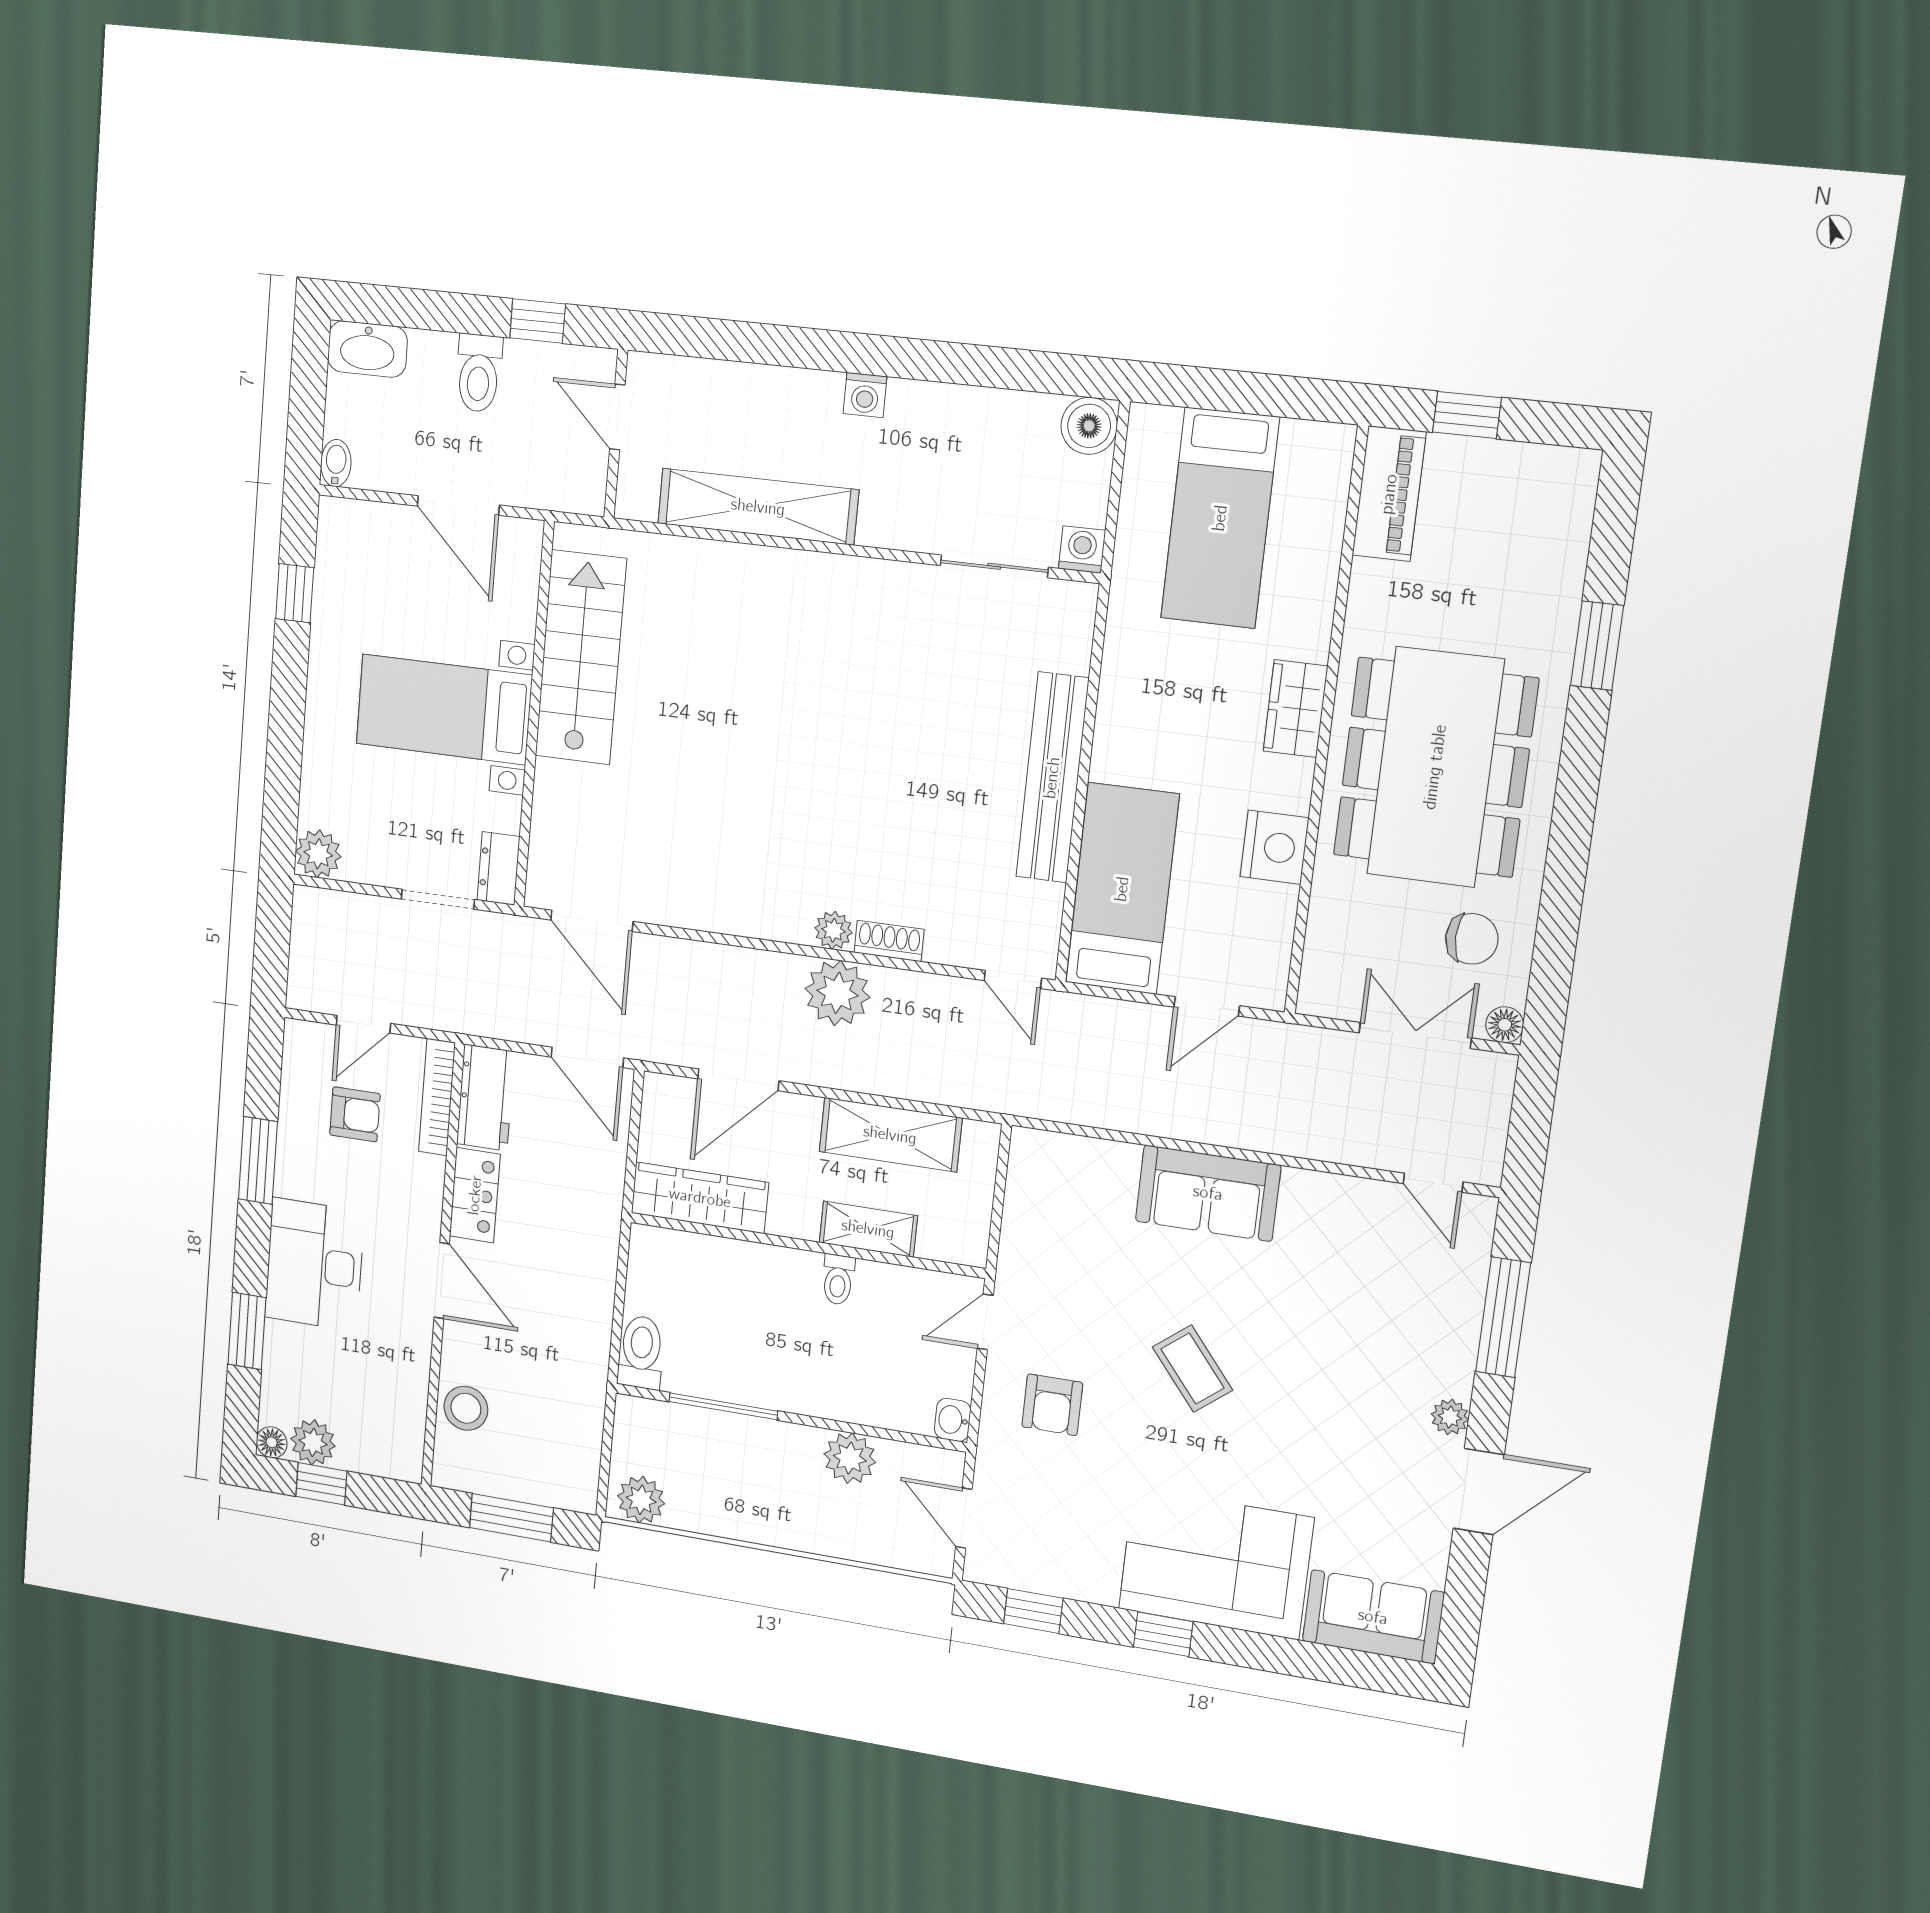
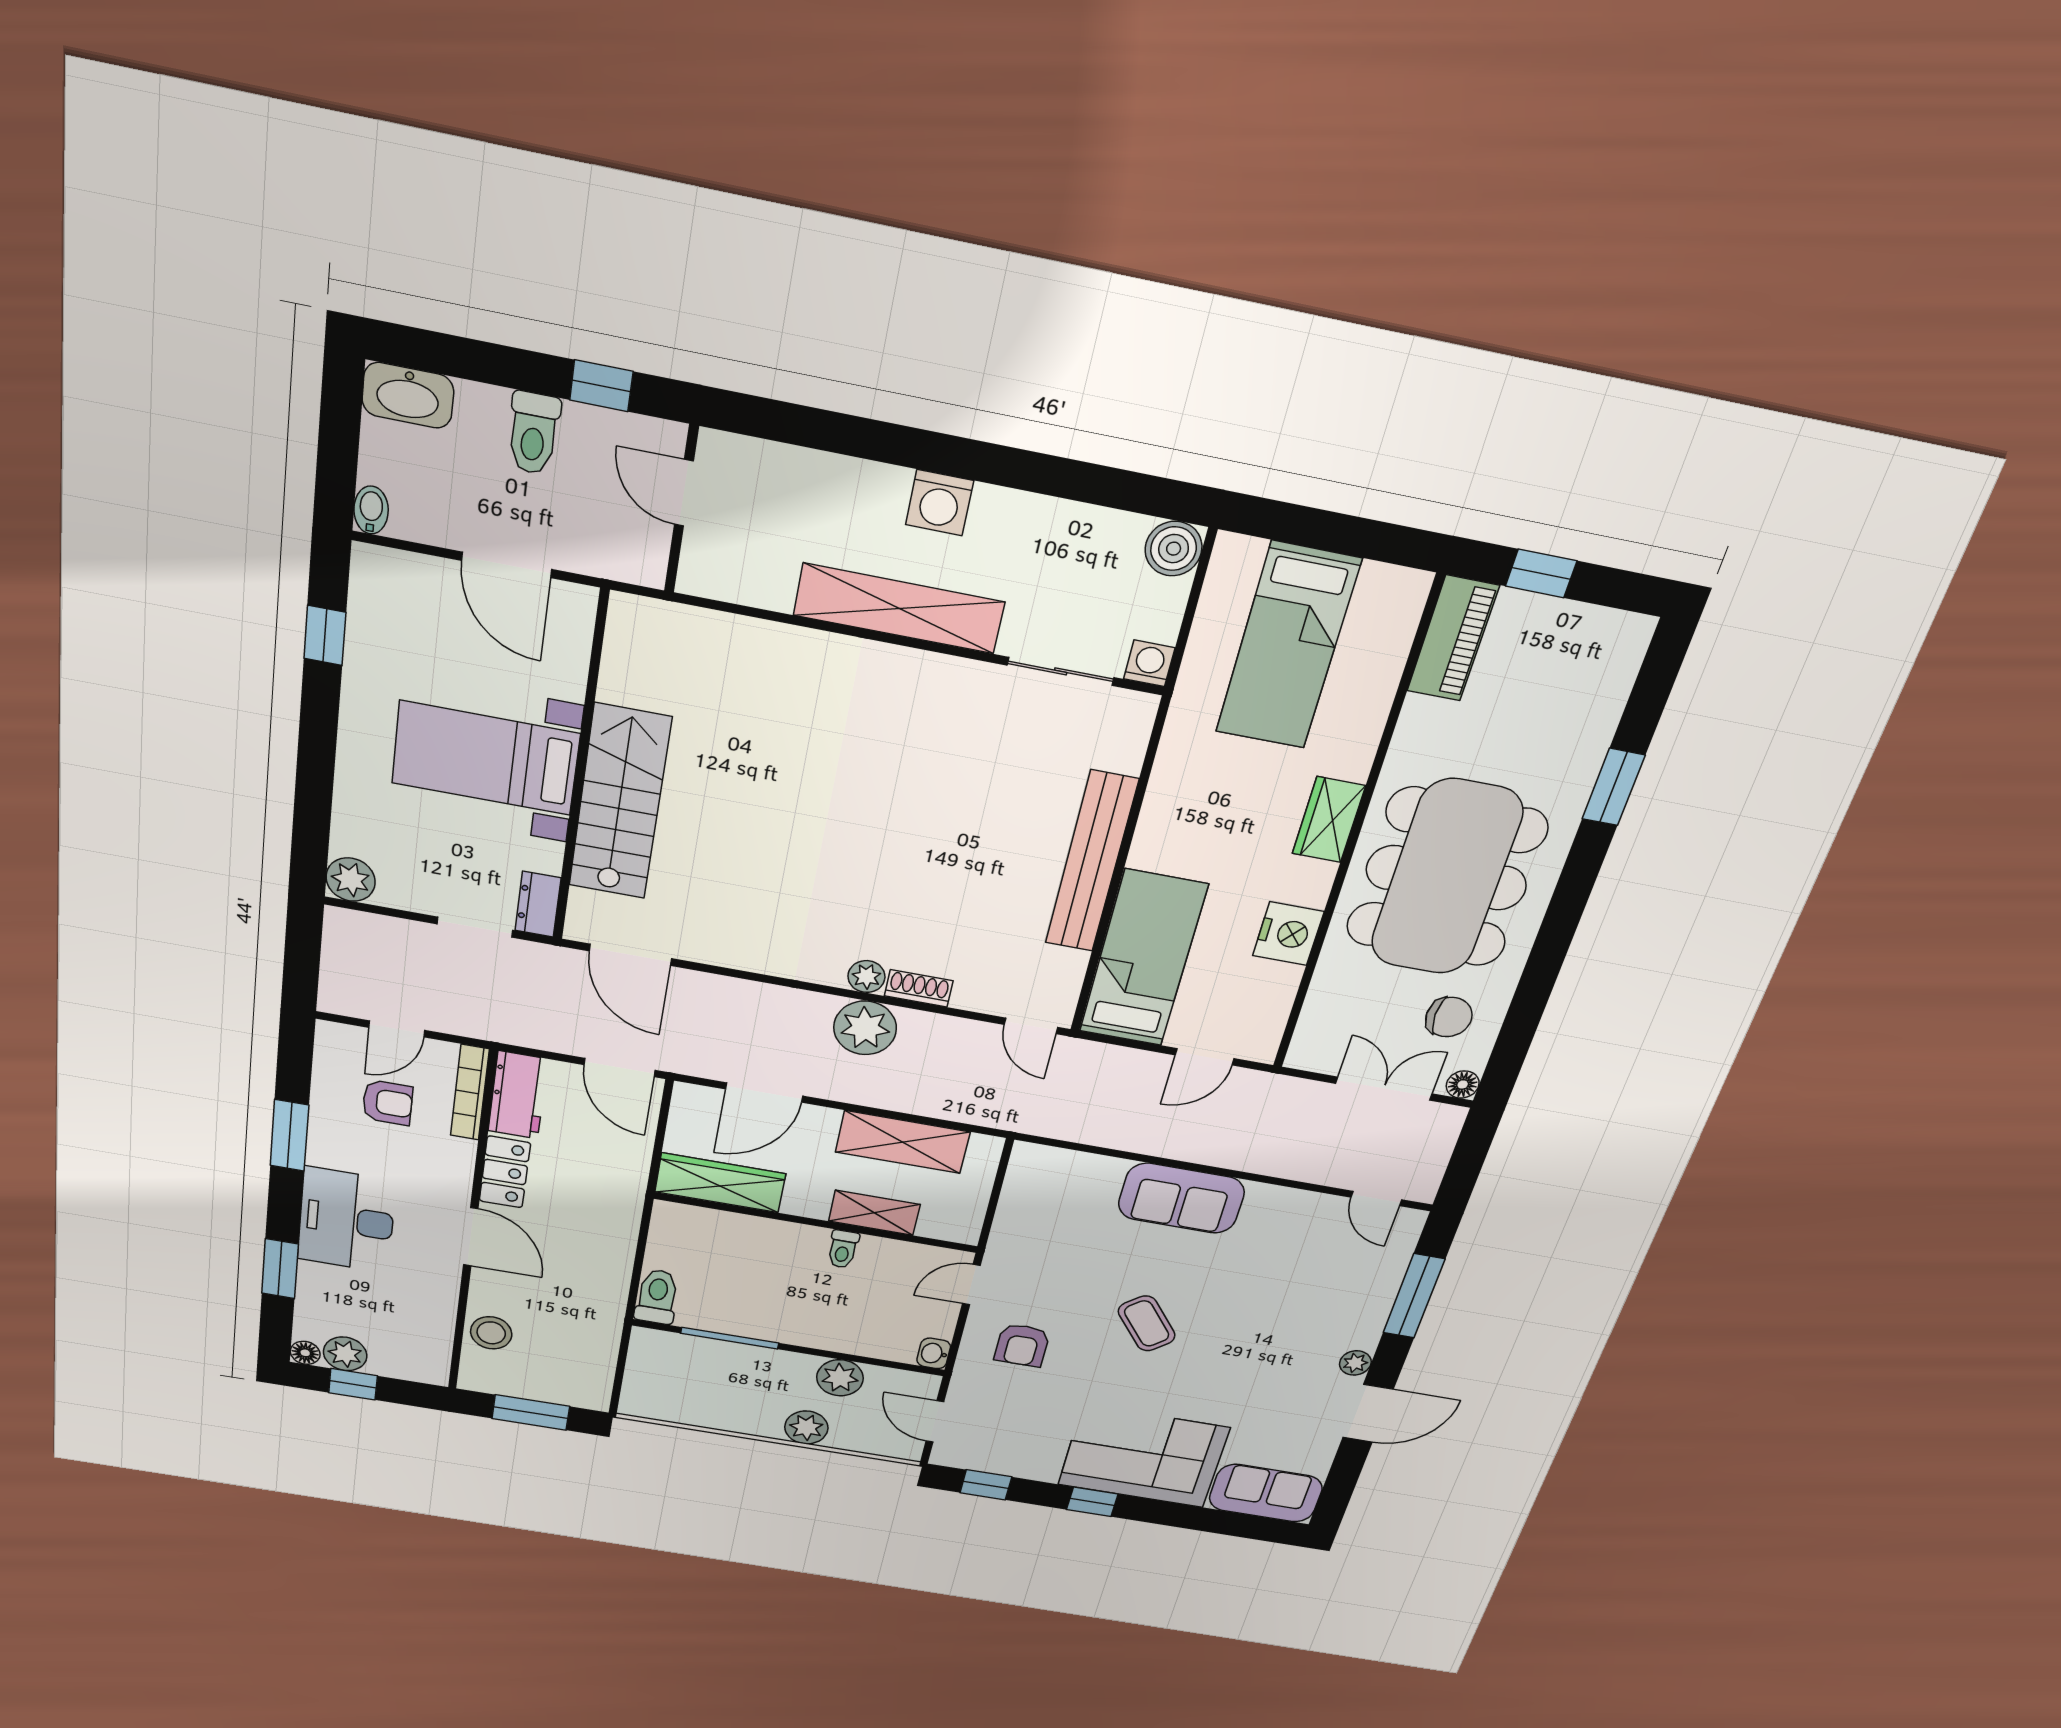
washing machine: (865, 395) -> (940, 503), width x1.38, depth x1.38
shelving: (758, 507) -> (899, 609), moved
stairs: (581, 658) -> (620, 802), moved
plant: (641, 1500) -> (806, 1427), moved

